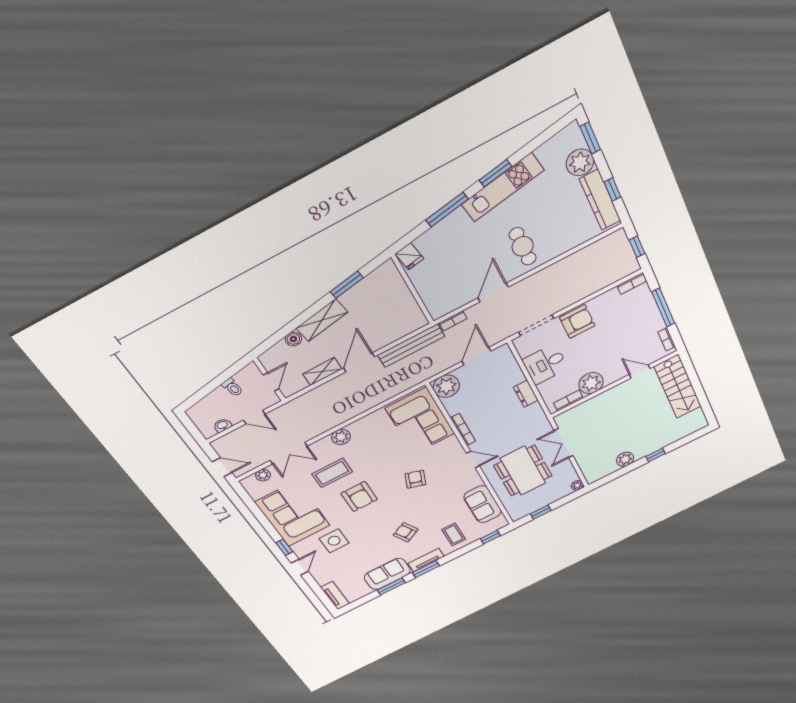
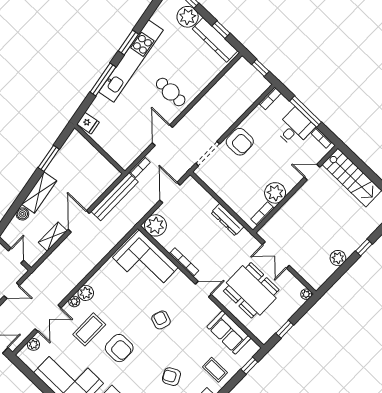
kitchen unit: (503, 187) -> (131, 61), width x1.36
armchair: (577, 322) -> (240, 142), turned 90
desk: (545, 364) -> (295, 128), moved, turned 180
dresser: (526, 394) -> (227, 220), width x1.44
plant: (325, 443) -> (74, 302), added

